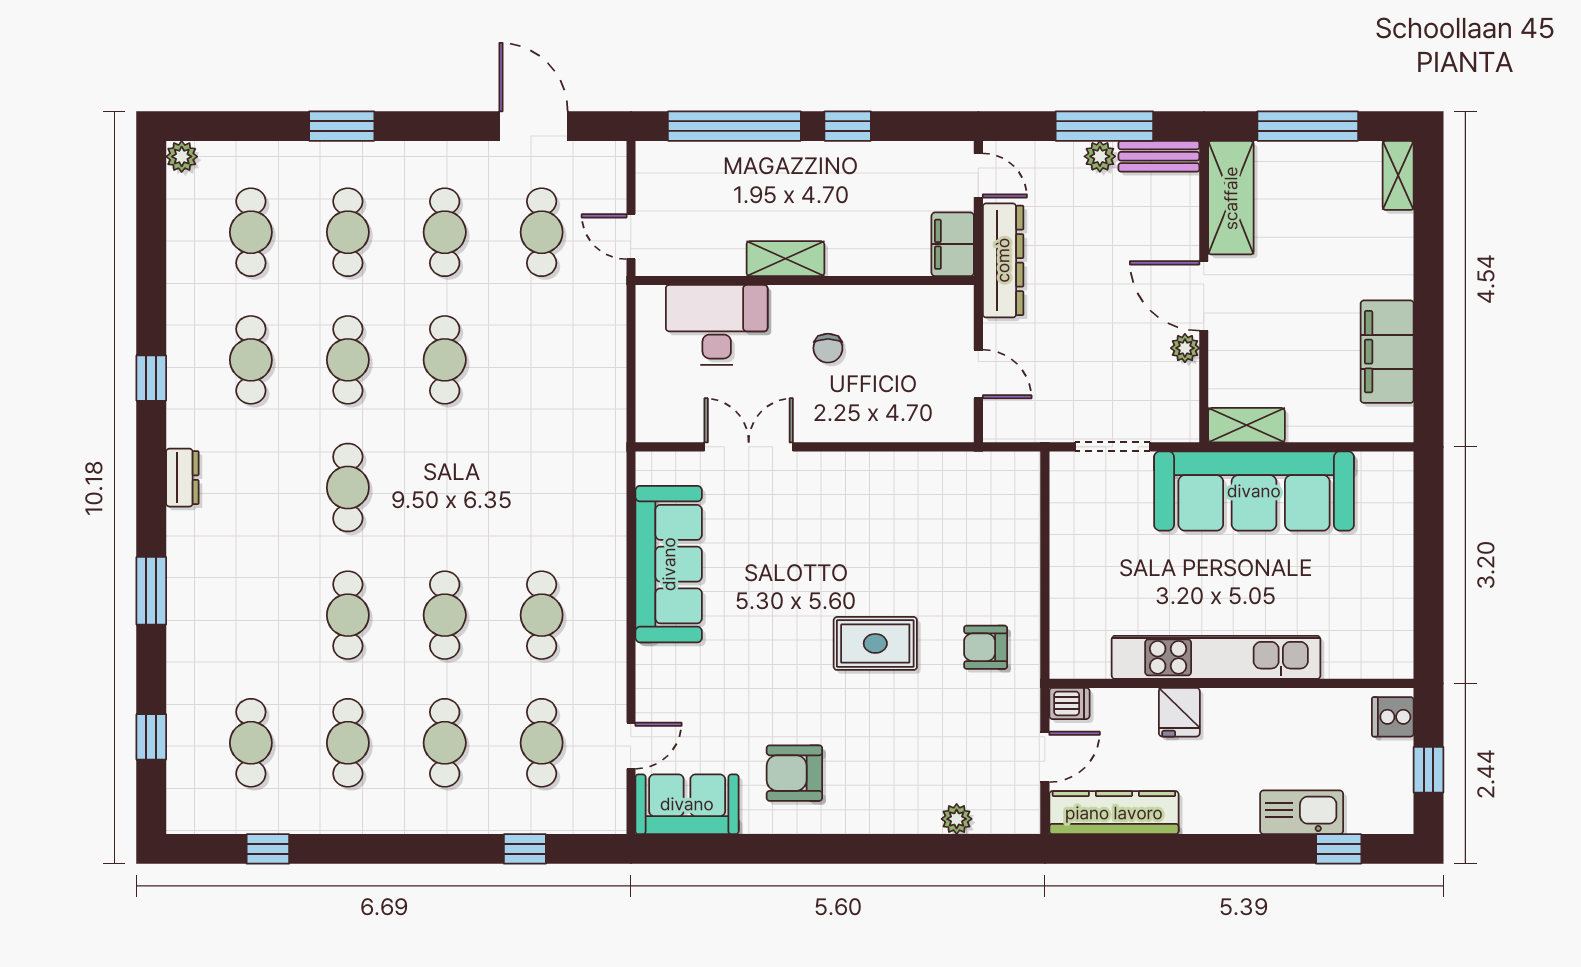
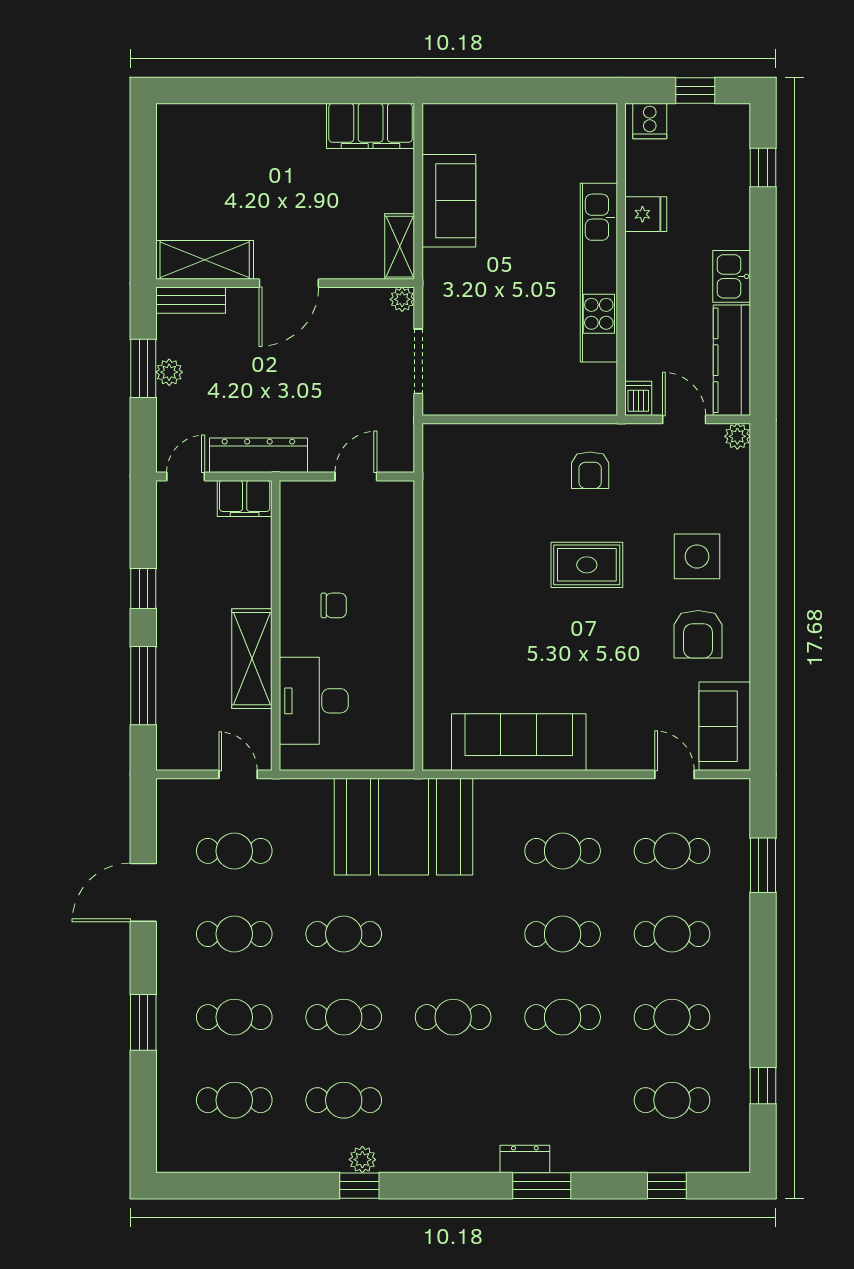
door: (534, 126) -> (143, 892), moved
window: (734, 126) -> (143, 686), width x0.68
window: (1104, 126) -> (143, 368), width x0.69
window: (1308, 126) -> (143, 194), removed
bench: (1159, 156) -> (191, 300), moved, turned 90
plant: (182, 157) -> (362, 1160), moved
shelving: (1398, 175) -> (186, 117), removed
door: (631, 237) -> (238, 774), swing flipped
shelving: (785, 259) -> (252, 659), width x1.50, depth x1.33
plant: (1185, 348) -> (402, 299), moved
filing cabinet: (1387, 352) -> (371, 126), moved
booth: (570, 430) -> (403, 827), added
double door: (749, 447) -> (418, 673), removed
dresser: (182, 478) -> (525, 1159), moved
sofa: (1254, 491) -> (449, 201), width x0.54, depth x0.79
rug: (875, 643) -> (587, 565), turned 90
fridge: (1179, 712) -> (646, 214), moved
side table: (885, 772) -> (697, 556), added
kitchen sink: (1302, 812) -> (732, 276), moved, width x0.73
plant: (957, 819) -> (737, 436), moved
window: (525, 849) -> (763, 865), width x1.50

